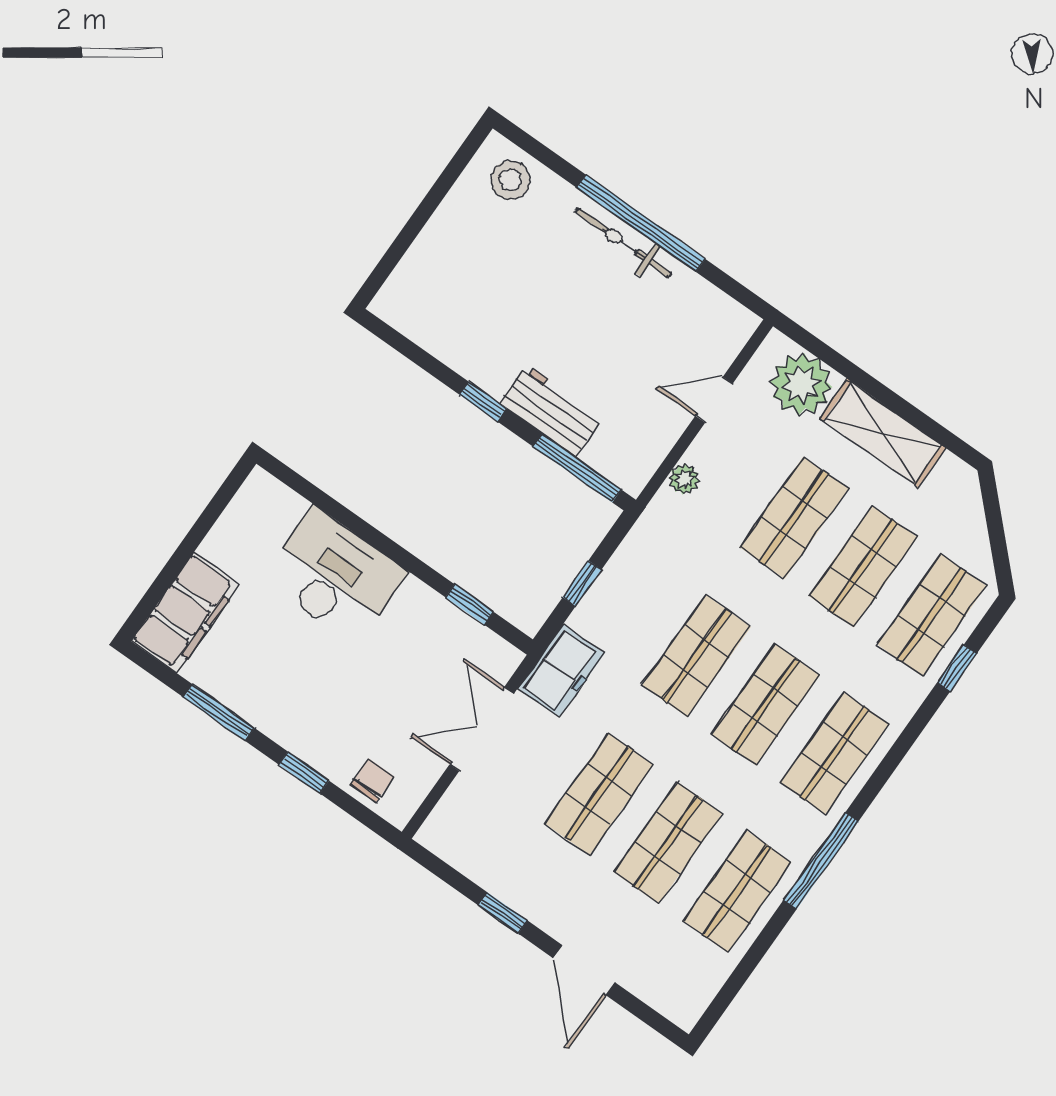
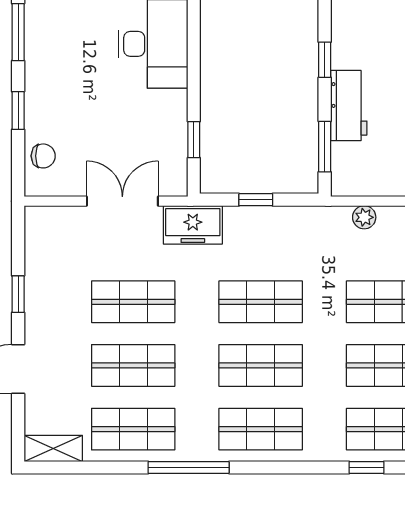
window: (577, 468) -> (325, 147), width x0.69
shelving: (697, 993) -> (53, 448), added

